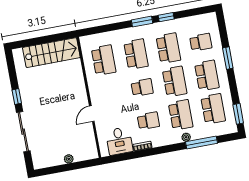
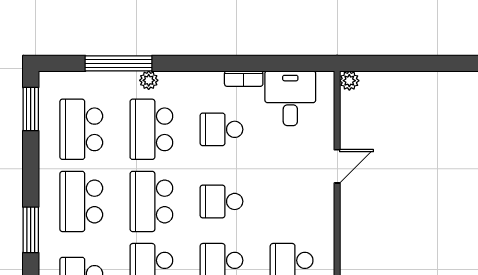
plant: (69, 159) -> (349, 81), moved

